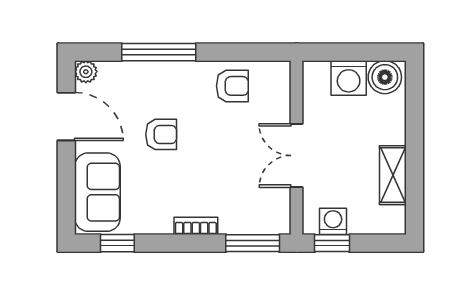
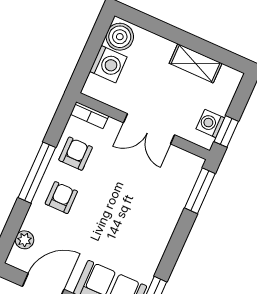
window: (159, 52) -> (37, 173), moved
plant: (86, 72) -> (24, 240), moved
armchair: (161, 134) -> (61, 198), moved
bookcase: (196, 226) -> (90, 115), moved, turned -90

